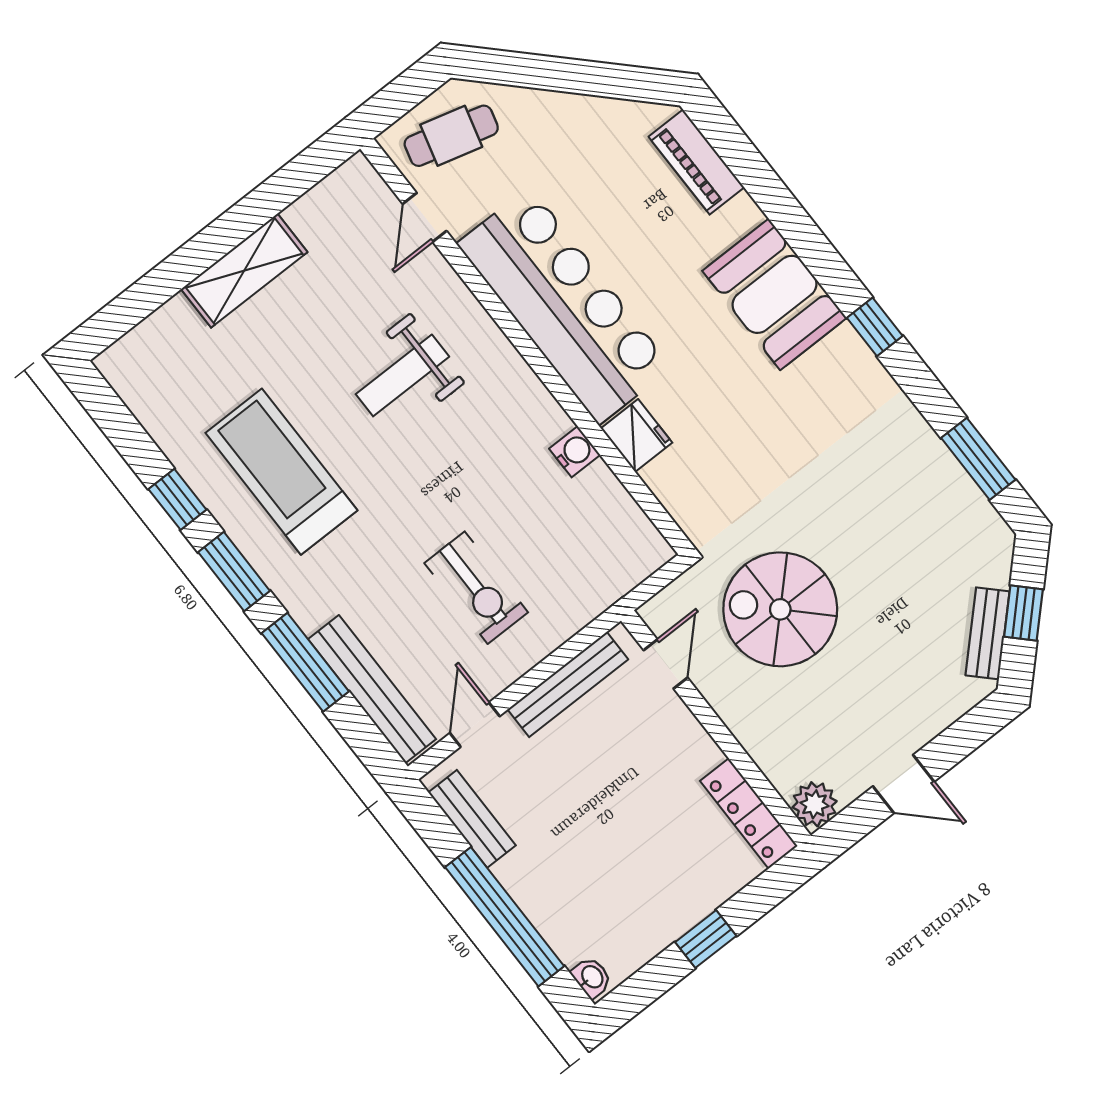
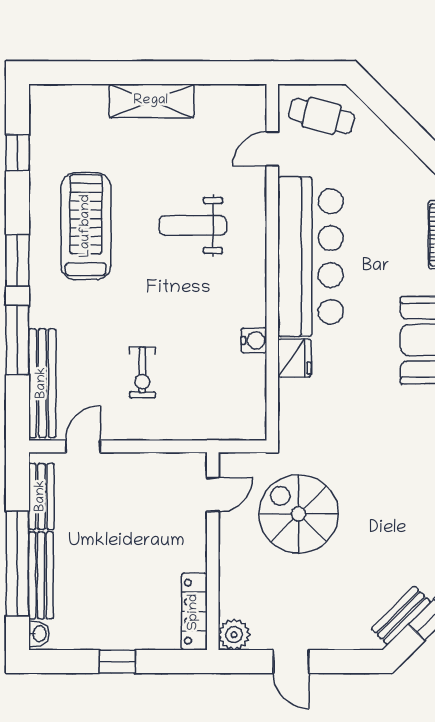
window: (177, 499) -> (17, 153), moved
exercise bike: (476, 588) -> (142, 372), width x0.73, depth x0.72
bench: (568, 684) -> (41, 575), moved, turned 90

